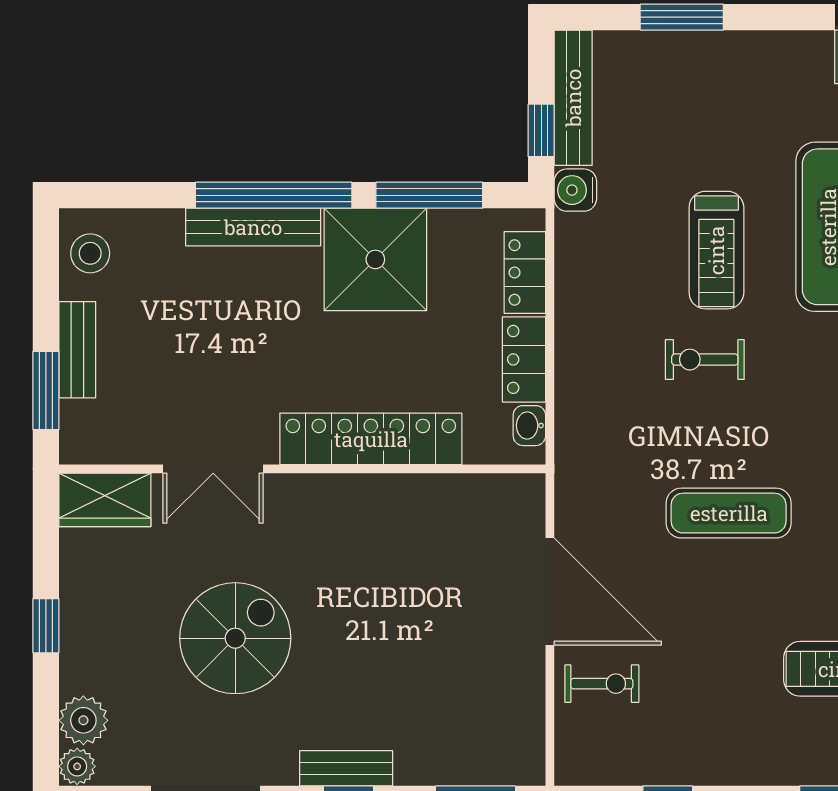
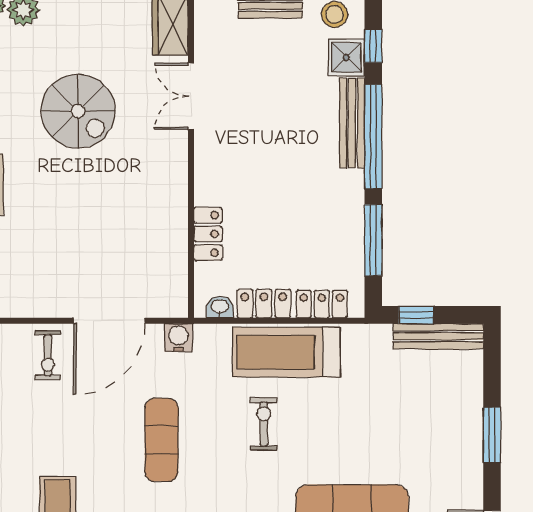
window: (682, 17) -> (492, 435), moved
water cooler: (575, 190) -> (178, 338), moved
window: (138, 195) -> (373, 46), added
treadmill: (716, 250) -> (286, 352), moved, width x1.37, depth x1.38
shower: (375, 259) -> (346, 57), moved, width x0.54, depth x0.54
locker: (371, 439) -> (208, 234), width x0.46, depth x0.83

